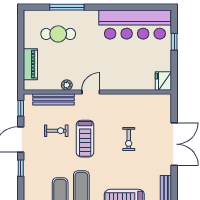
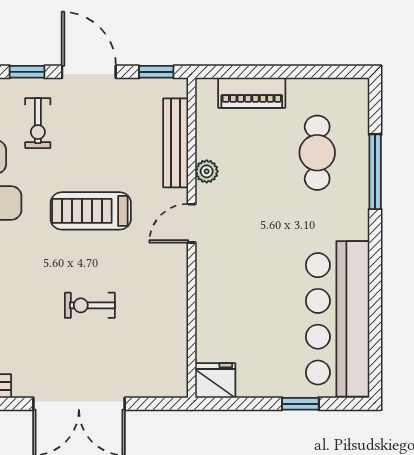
door: (91, 92) -> (192, 223), swing flipped
exercise bike: (56, 131) -> (38, 123), moved

